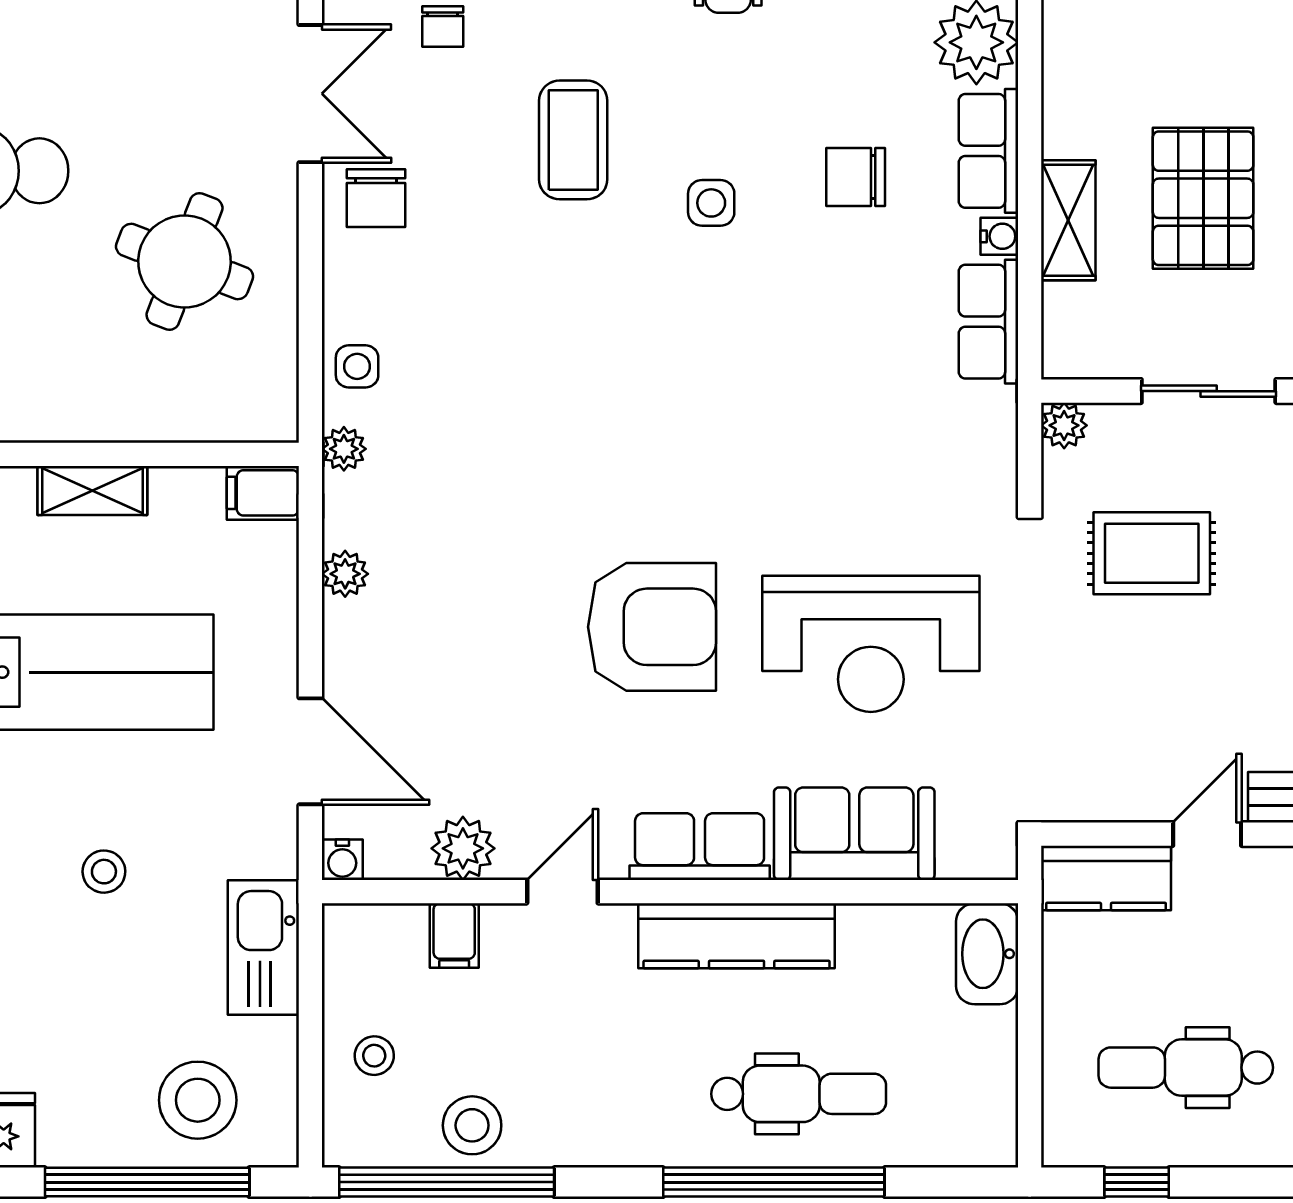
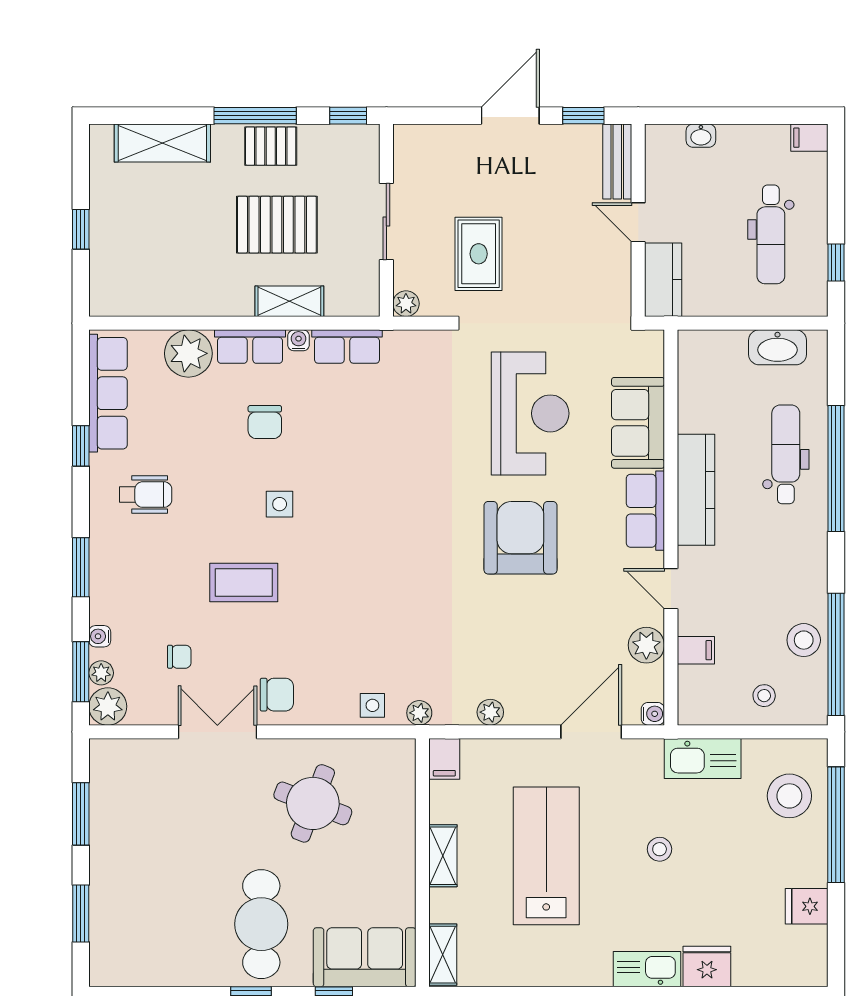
washbasin: (987, 954) -> (777, 347), moved

